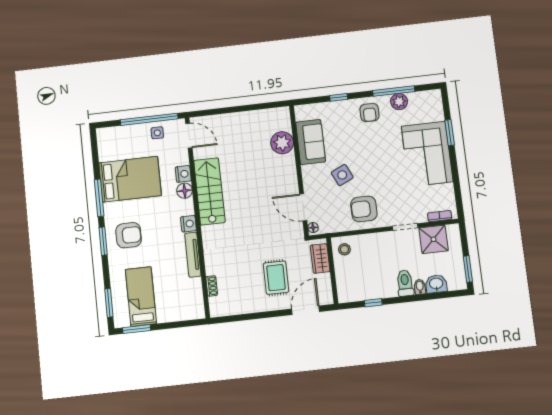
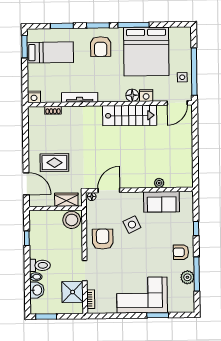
plant: (282, 143) -> (159, 183), width x0.53, depth x0.53
bed: (130, 179) -> (146, 52), width x1.36
nightstand: (188, 224) -> (34, 97), moved
stool: (344, 249) -> (72, 220), width x1.89, depth x1.89
window: (109, 303) -> (62, 26), moved

